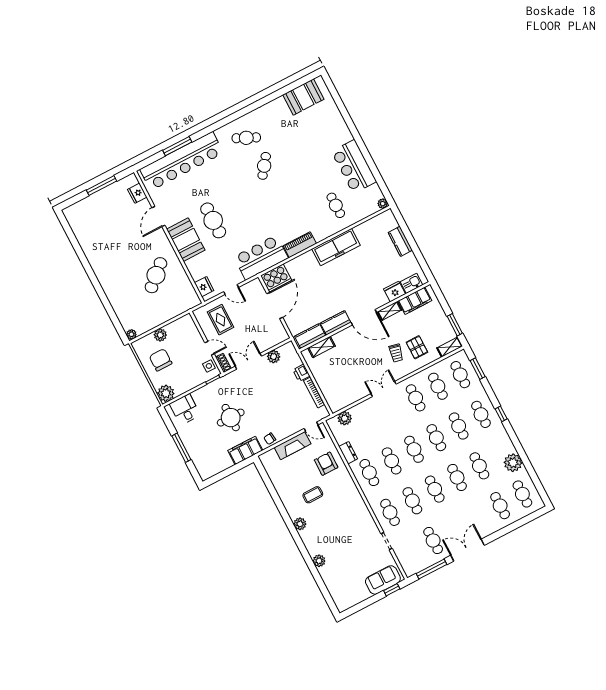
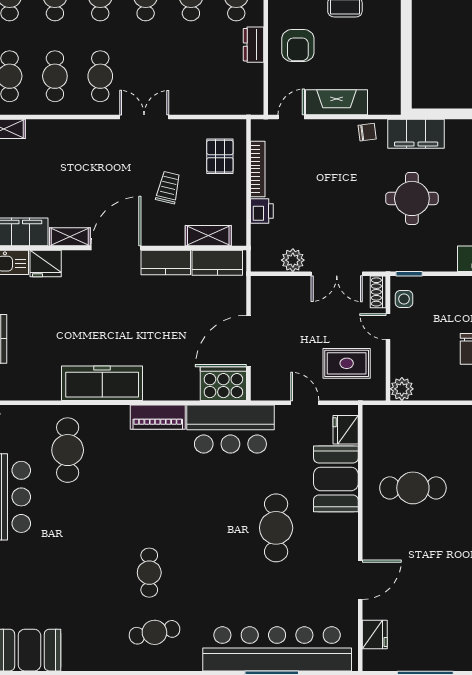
cafe table: (246, 138) -> (154, 632), turned -36
cafe table: (264, 166) -> (149, 573), turned -37
cafe table: (336, 205) -> (68, 450), width x1.37, depth x1.35
booth: (186, 240) -> (336, 479), moved
cafe table: (156, 275) -> (413, 488), turned 42
door: (364, 317) -> (116, 248), hinge flipped
rug: (221, 320) -> (347, 363), turned 90
plant: (160, 335) -> (402, 389), moved
pallet: (417, 347) -> (220, 156), moved
trolley: (396, 353) -> (168, 188), moved
double door: (383, 389) -> (144, 117), swing flipped
plant: (345, 418) -> (231, 103), removed
door: (311, 427) -> (291, 117), hinge flipped

